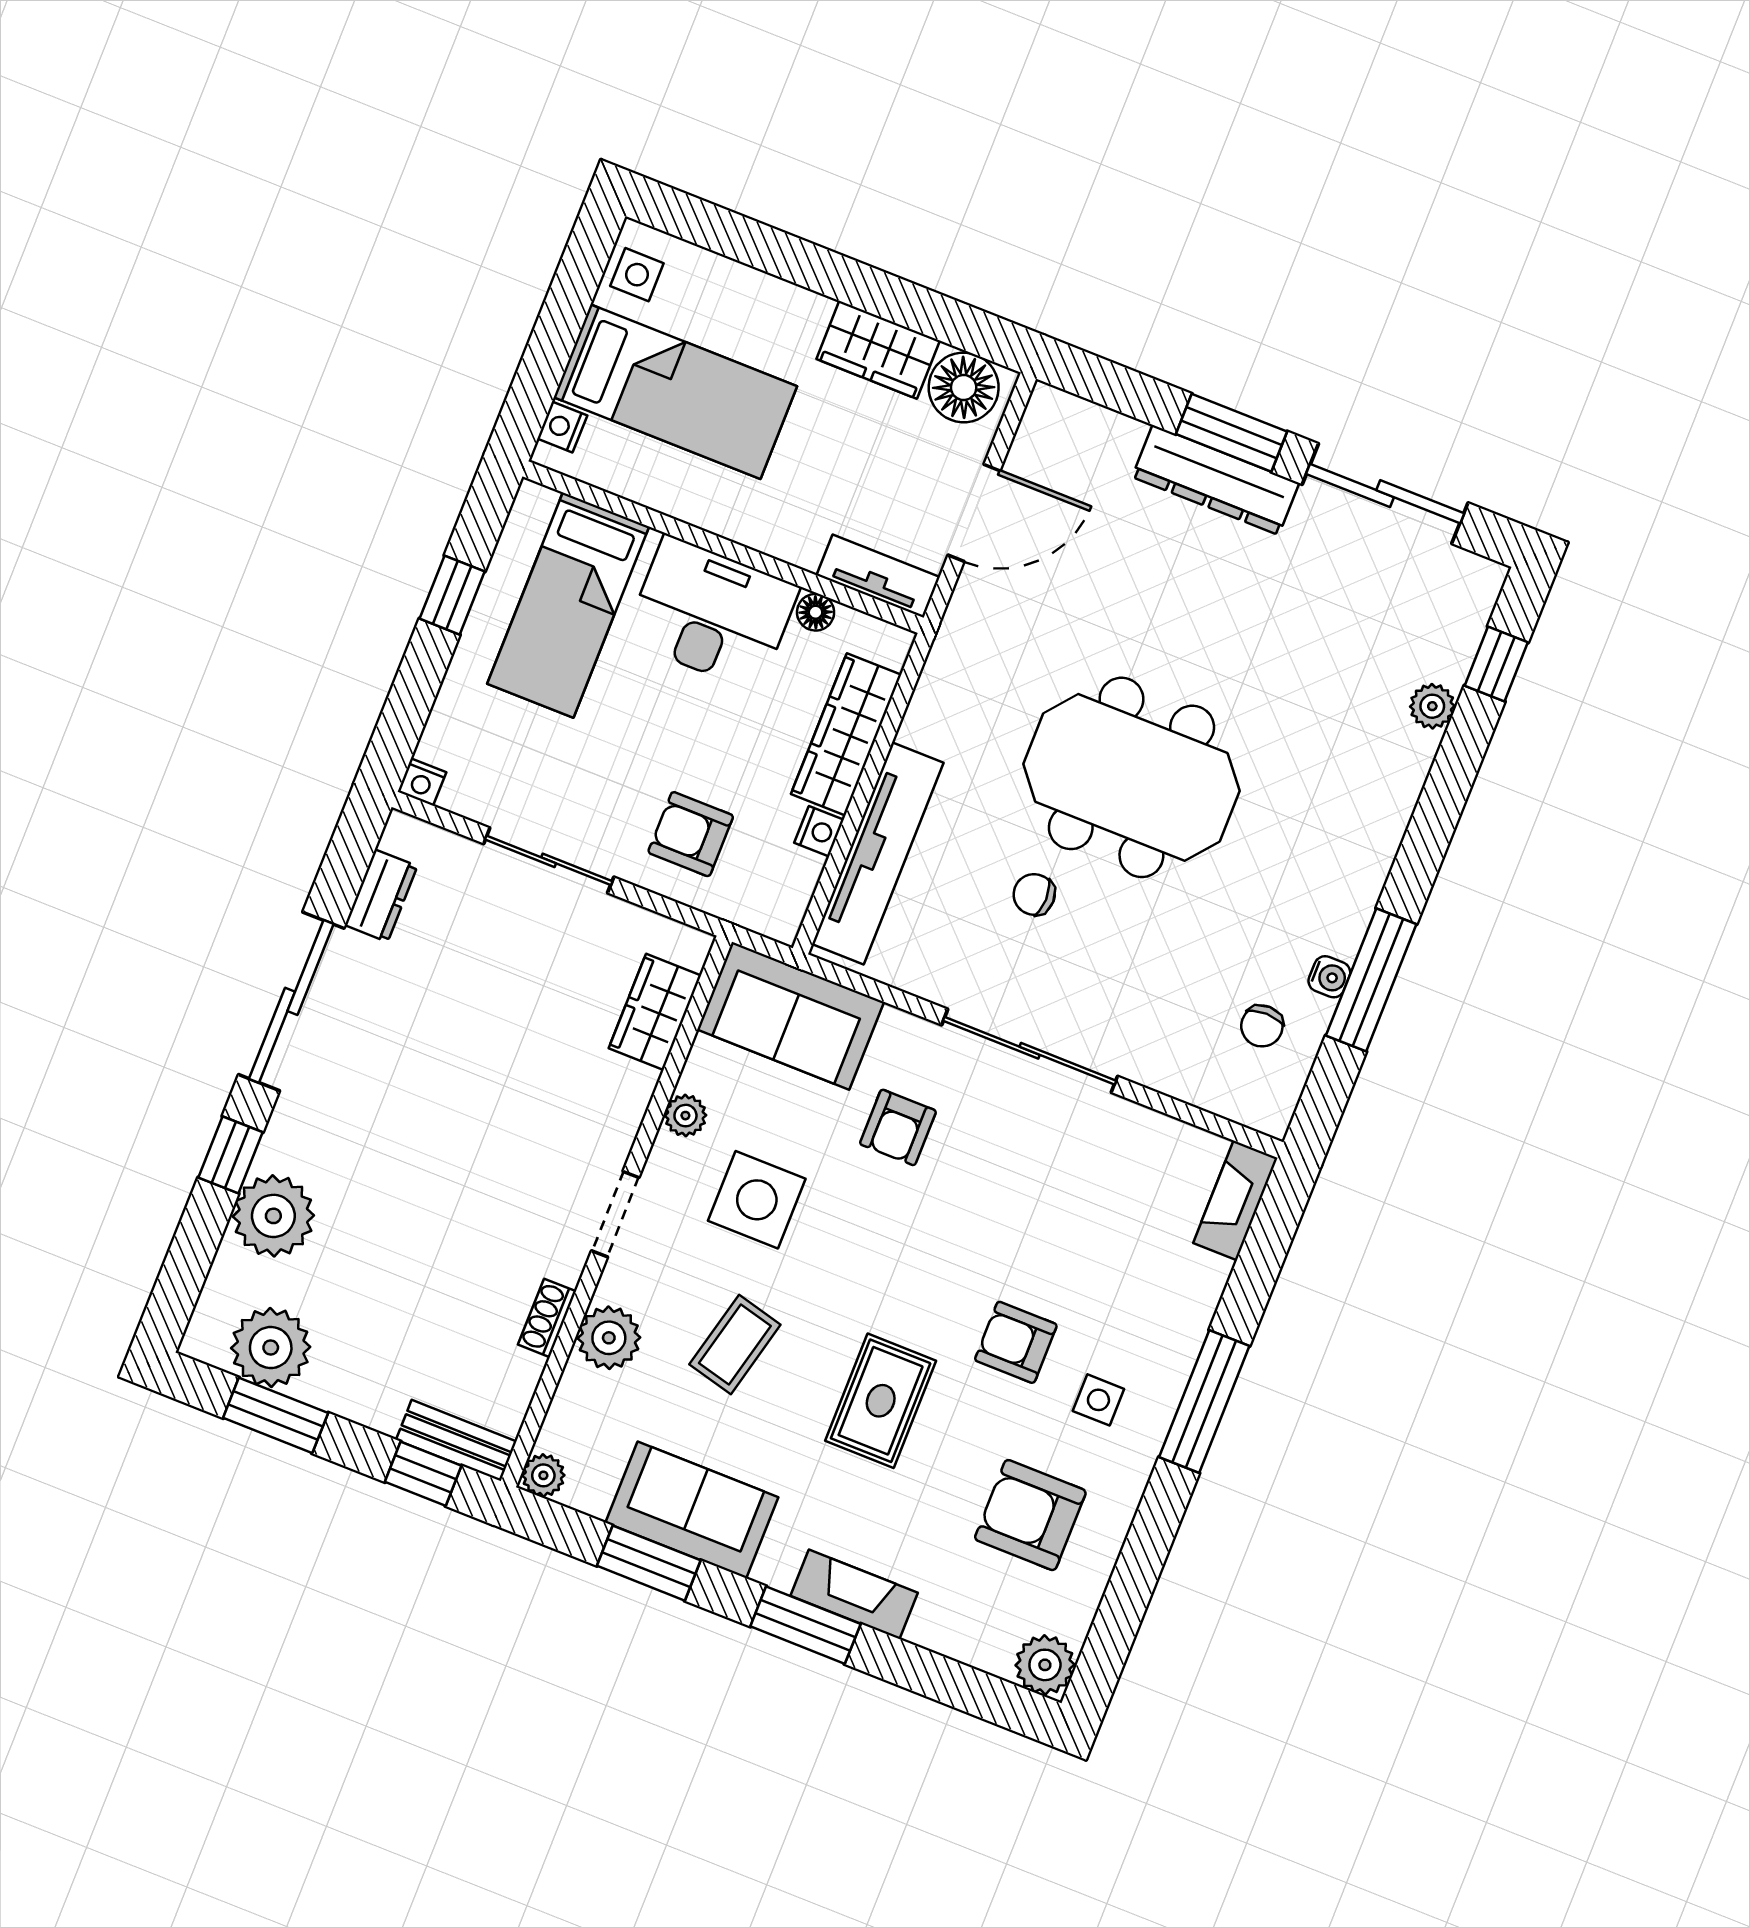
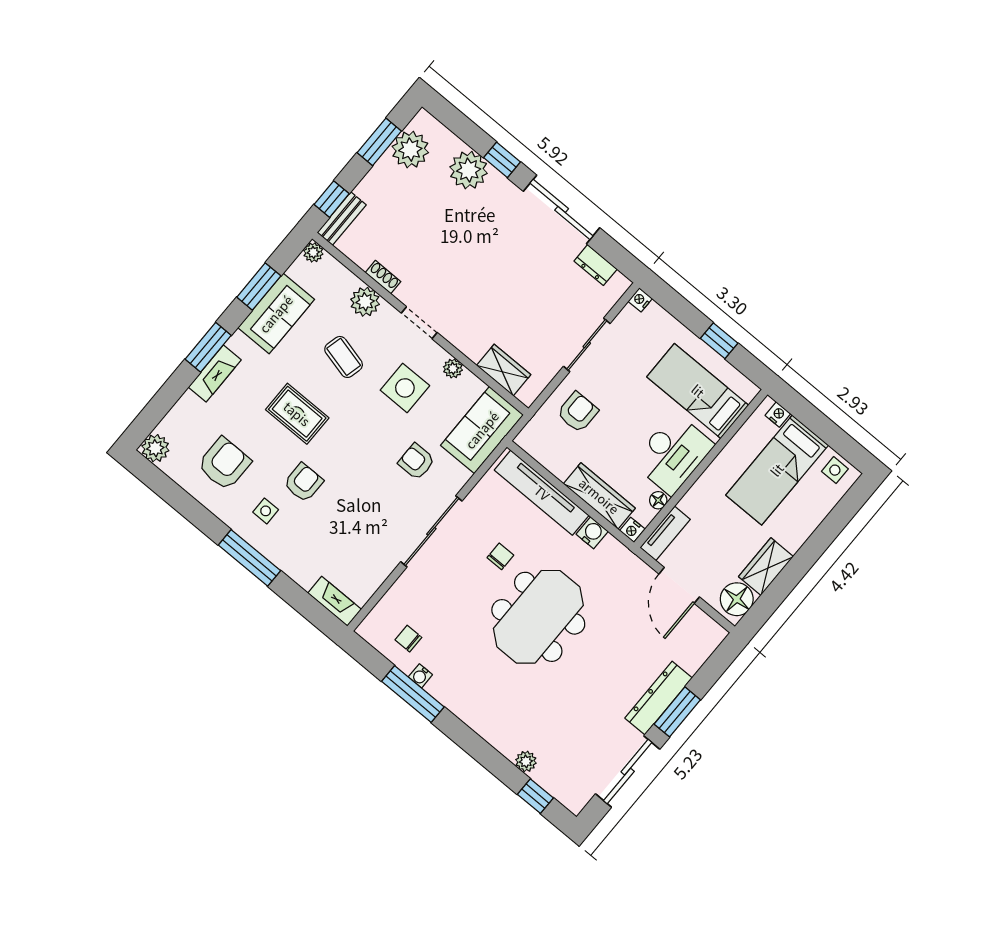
water cooler: (925, 724) -> (592, 533), added
nightstand: (819, 831) -> (632, 530), moved

